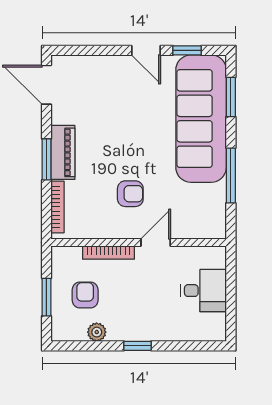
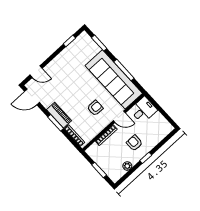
door: (146, 50) -> (36, 72), moved
sofa: (201, 119) -> (114, 79), moved
door: (156, 243) -> (119, 117), swing flipped
desk: (204, 291) -> (143, 110), moved
armchair: (85, 295) -> (134, 143), moved

